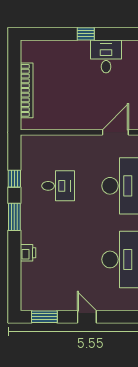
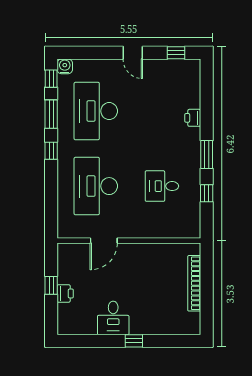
window: (44, 317) -> (176, 53), width x0.67

